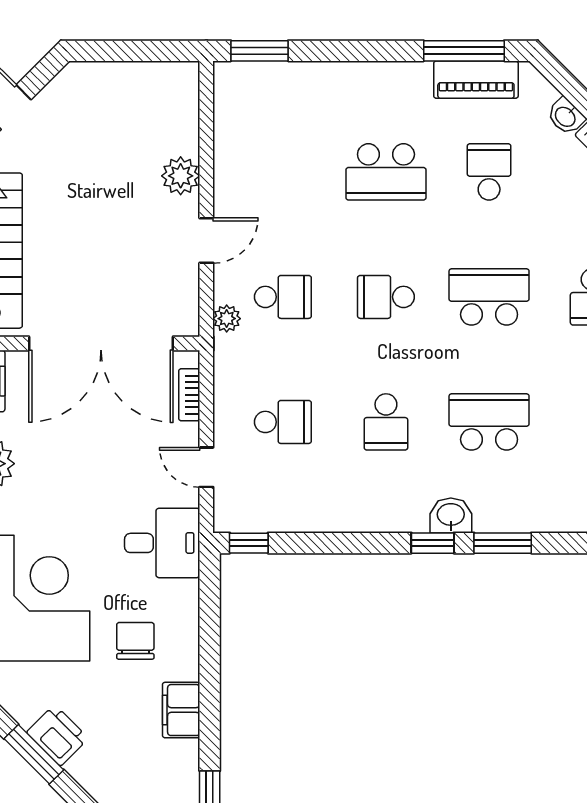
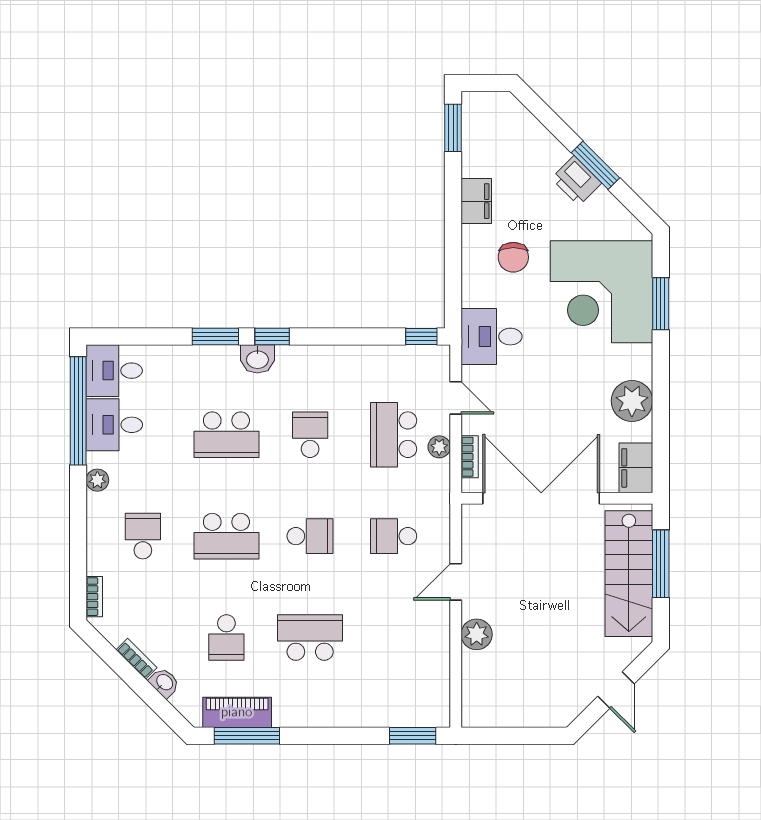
plant: (227, 319) -> (439, 447), moved
school desk: (283, 422) -> (394, 435), width x1.85

